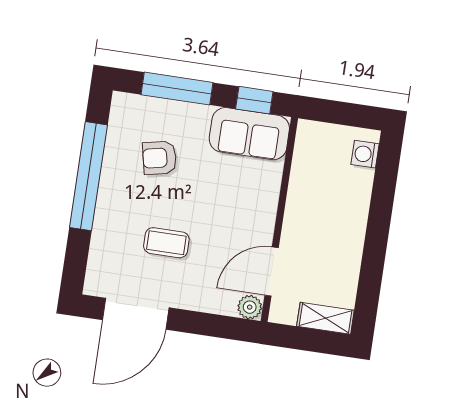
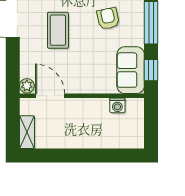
washing machine: (365, 154) -> (117, 105), moved, turned 180
coffee table: (166, 243) -> (58, 30), width x1.36, depth x1.30

